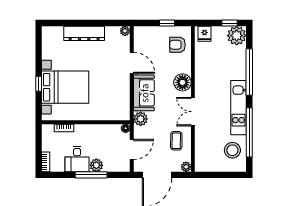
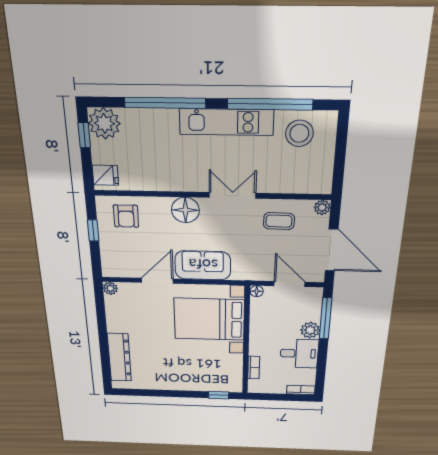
dresser: (84, 33) -> (119, 357), moved
window: (39, 84) -> (219, 395), moved
bed with nightstands: (65, 87) -> (209, 319), moved, turned -90
double door: (193, 112) -> (232, 195), swing flipped
plant: (141, 119) -> (243, 271), removed
window: (91, 175) -> (326, 318), moved

